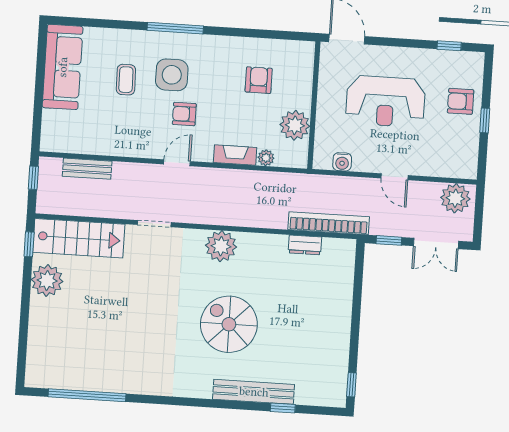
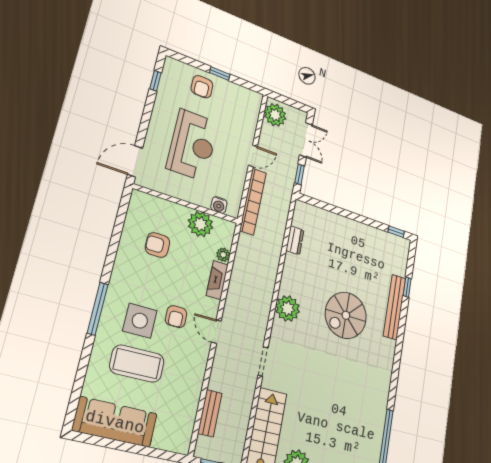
coffee table: (126, 80) -> (137, 364), width x1.86, depth x1.72
water cooler: (342, 162) -> (219, 205), moved, turned 90
bookcase: (329, 223) -> (253, 201), moved, turned 180

